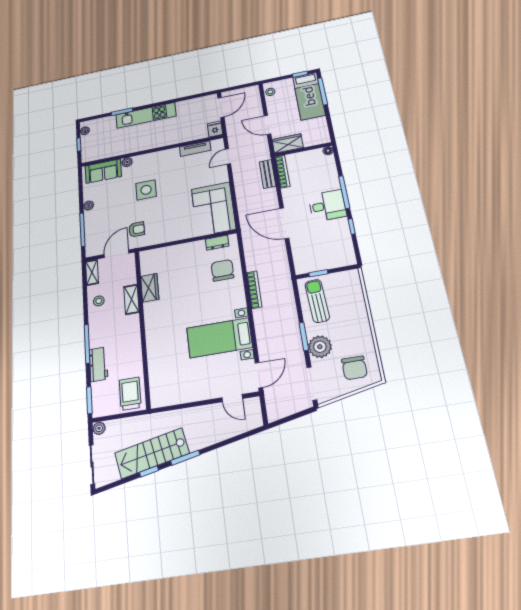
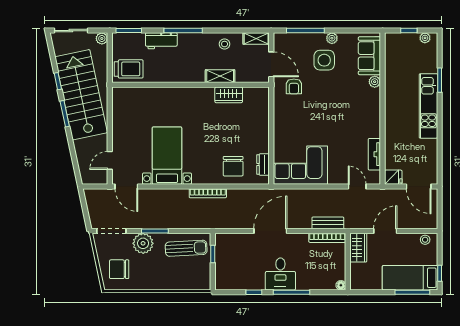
side table: (146, 190) -> (324, 60), moved
chair: (222, 270) -> (233, 166), turned 90
stairs: (152, 453) -> (81, 95), width x1.36, depth x1.51

